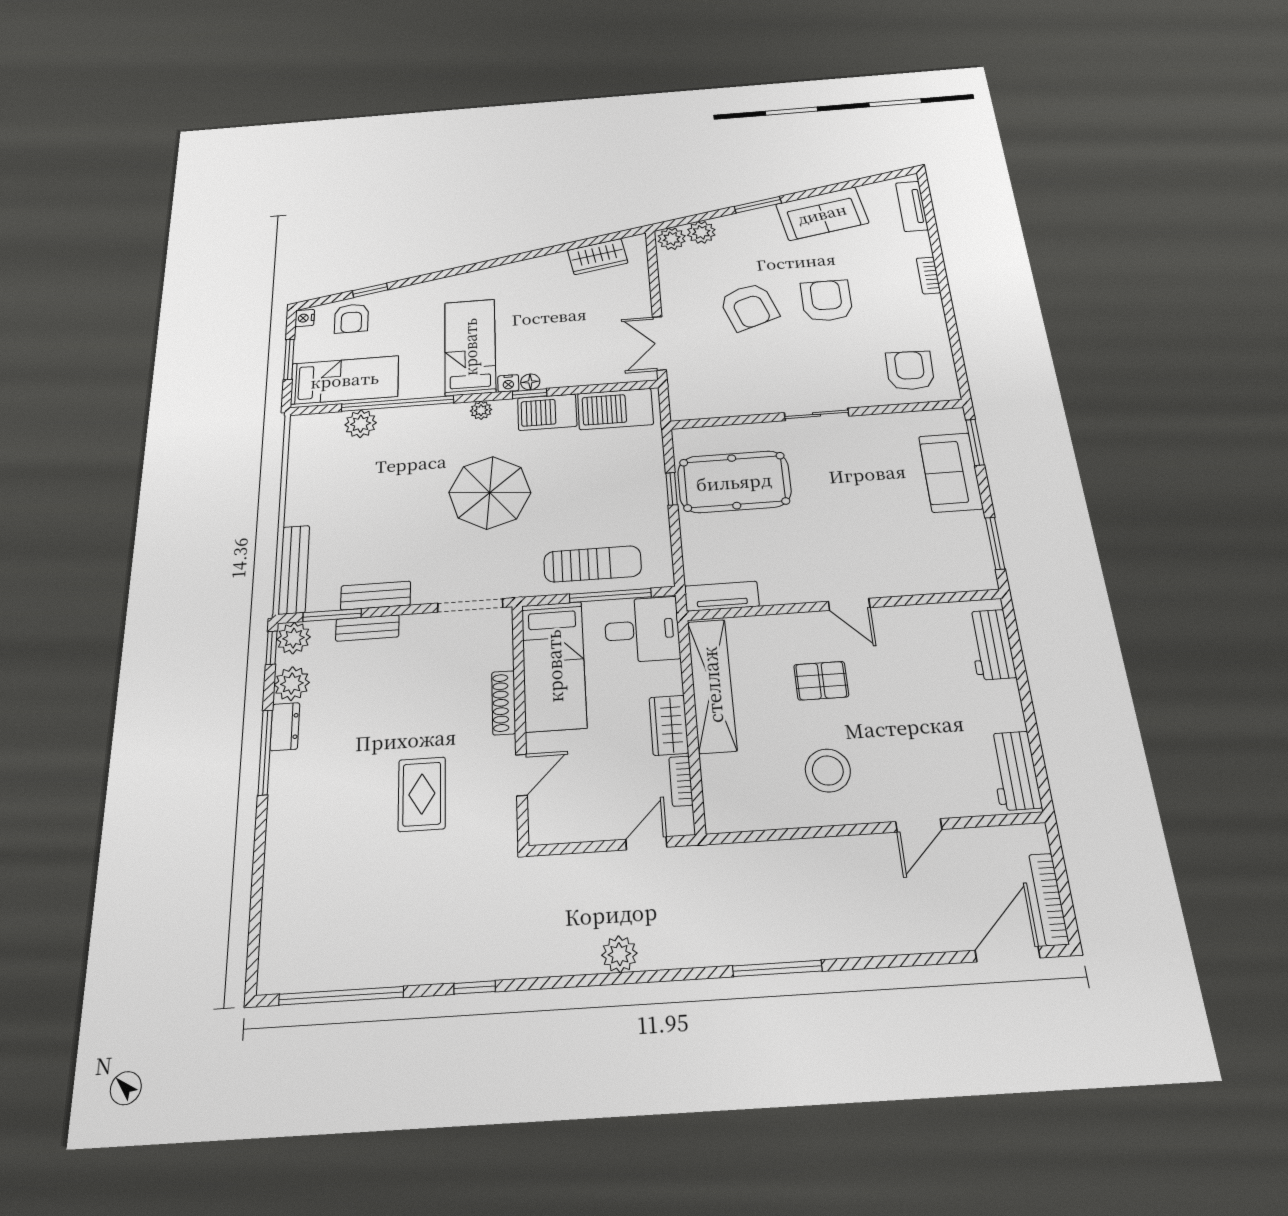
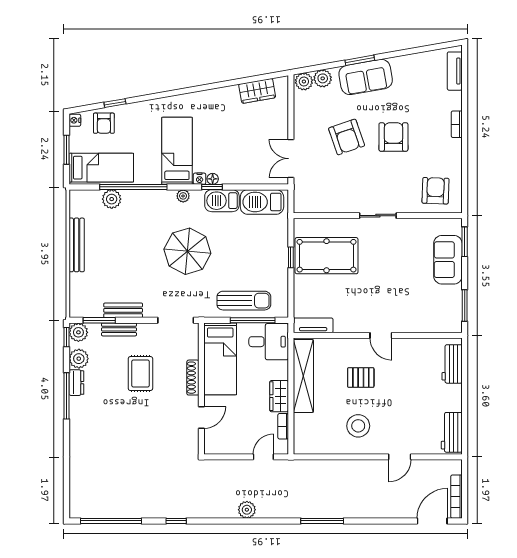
sofa: (822, 214) -> (366, 77), moved
bench: (294, 569) -> (77, 245), moved
rug: (422, 794) -> (140, 374), moved

